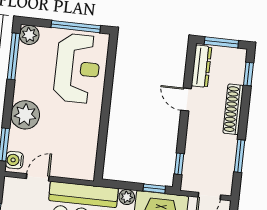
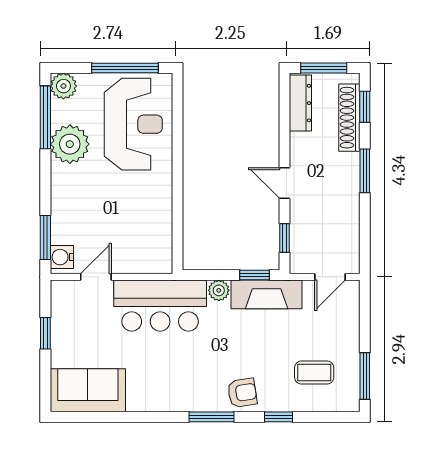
door: (186, 100) -> (284, 183), moved
shoe rack: (233, 109) -> (349, 118), moved
plant: (25, 115) -> (70, 144), moved
window: (239, 156) -> (365, 171), moved

